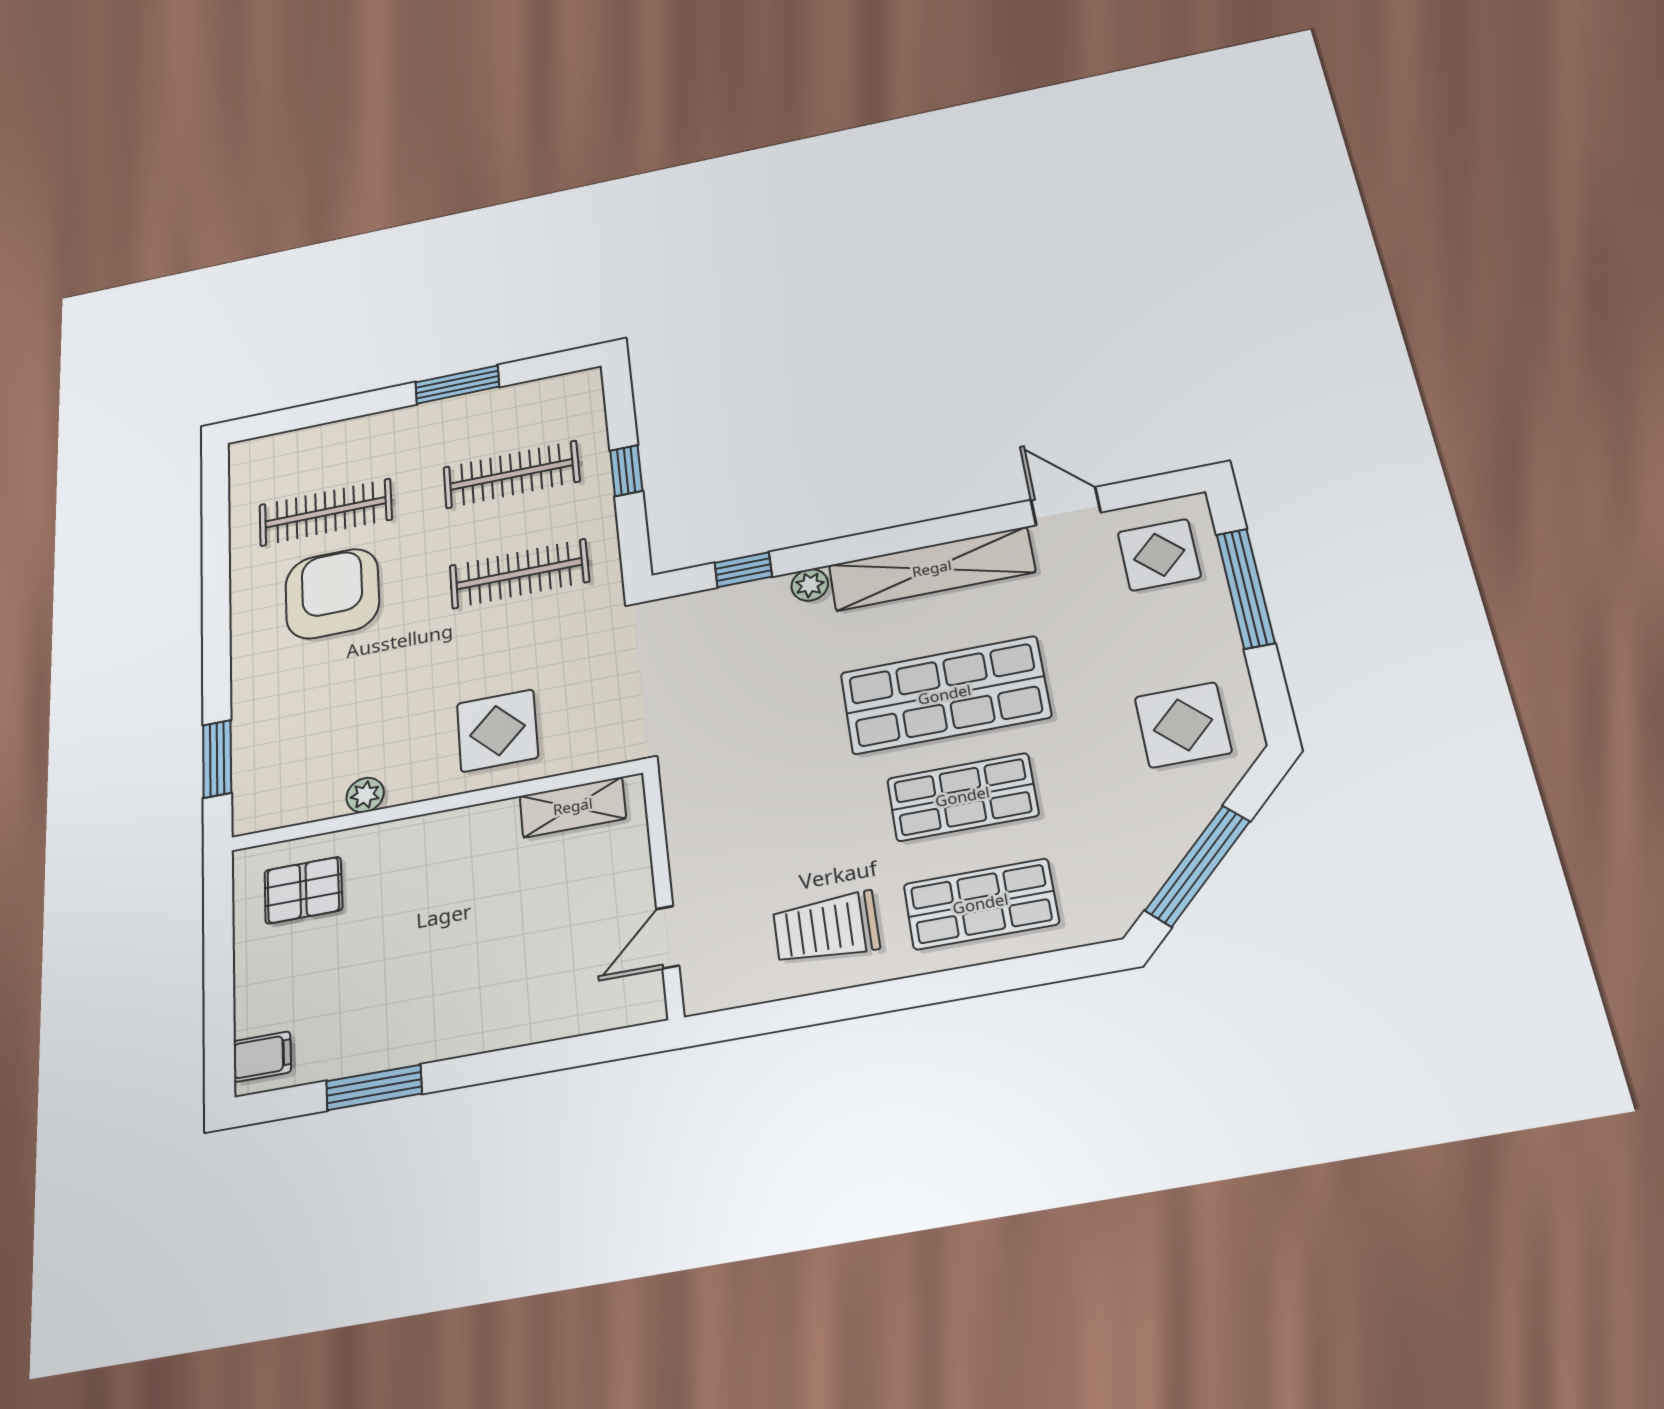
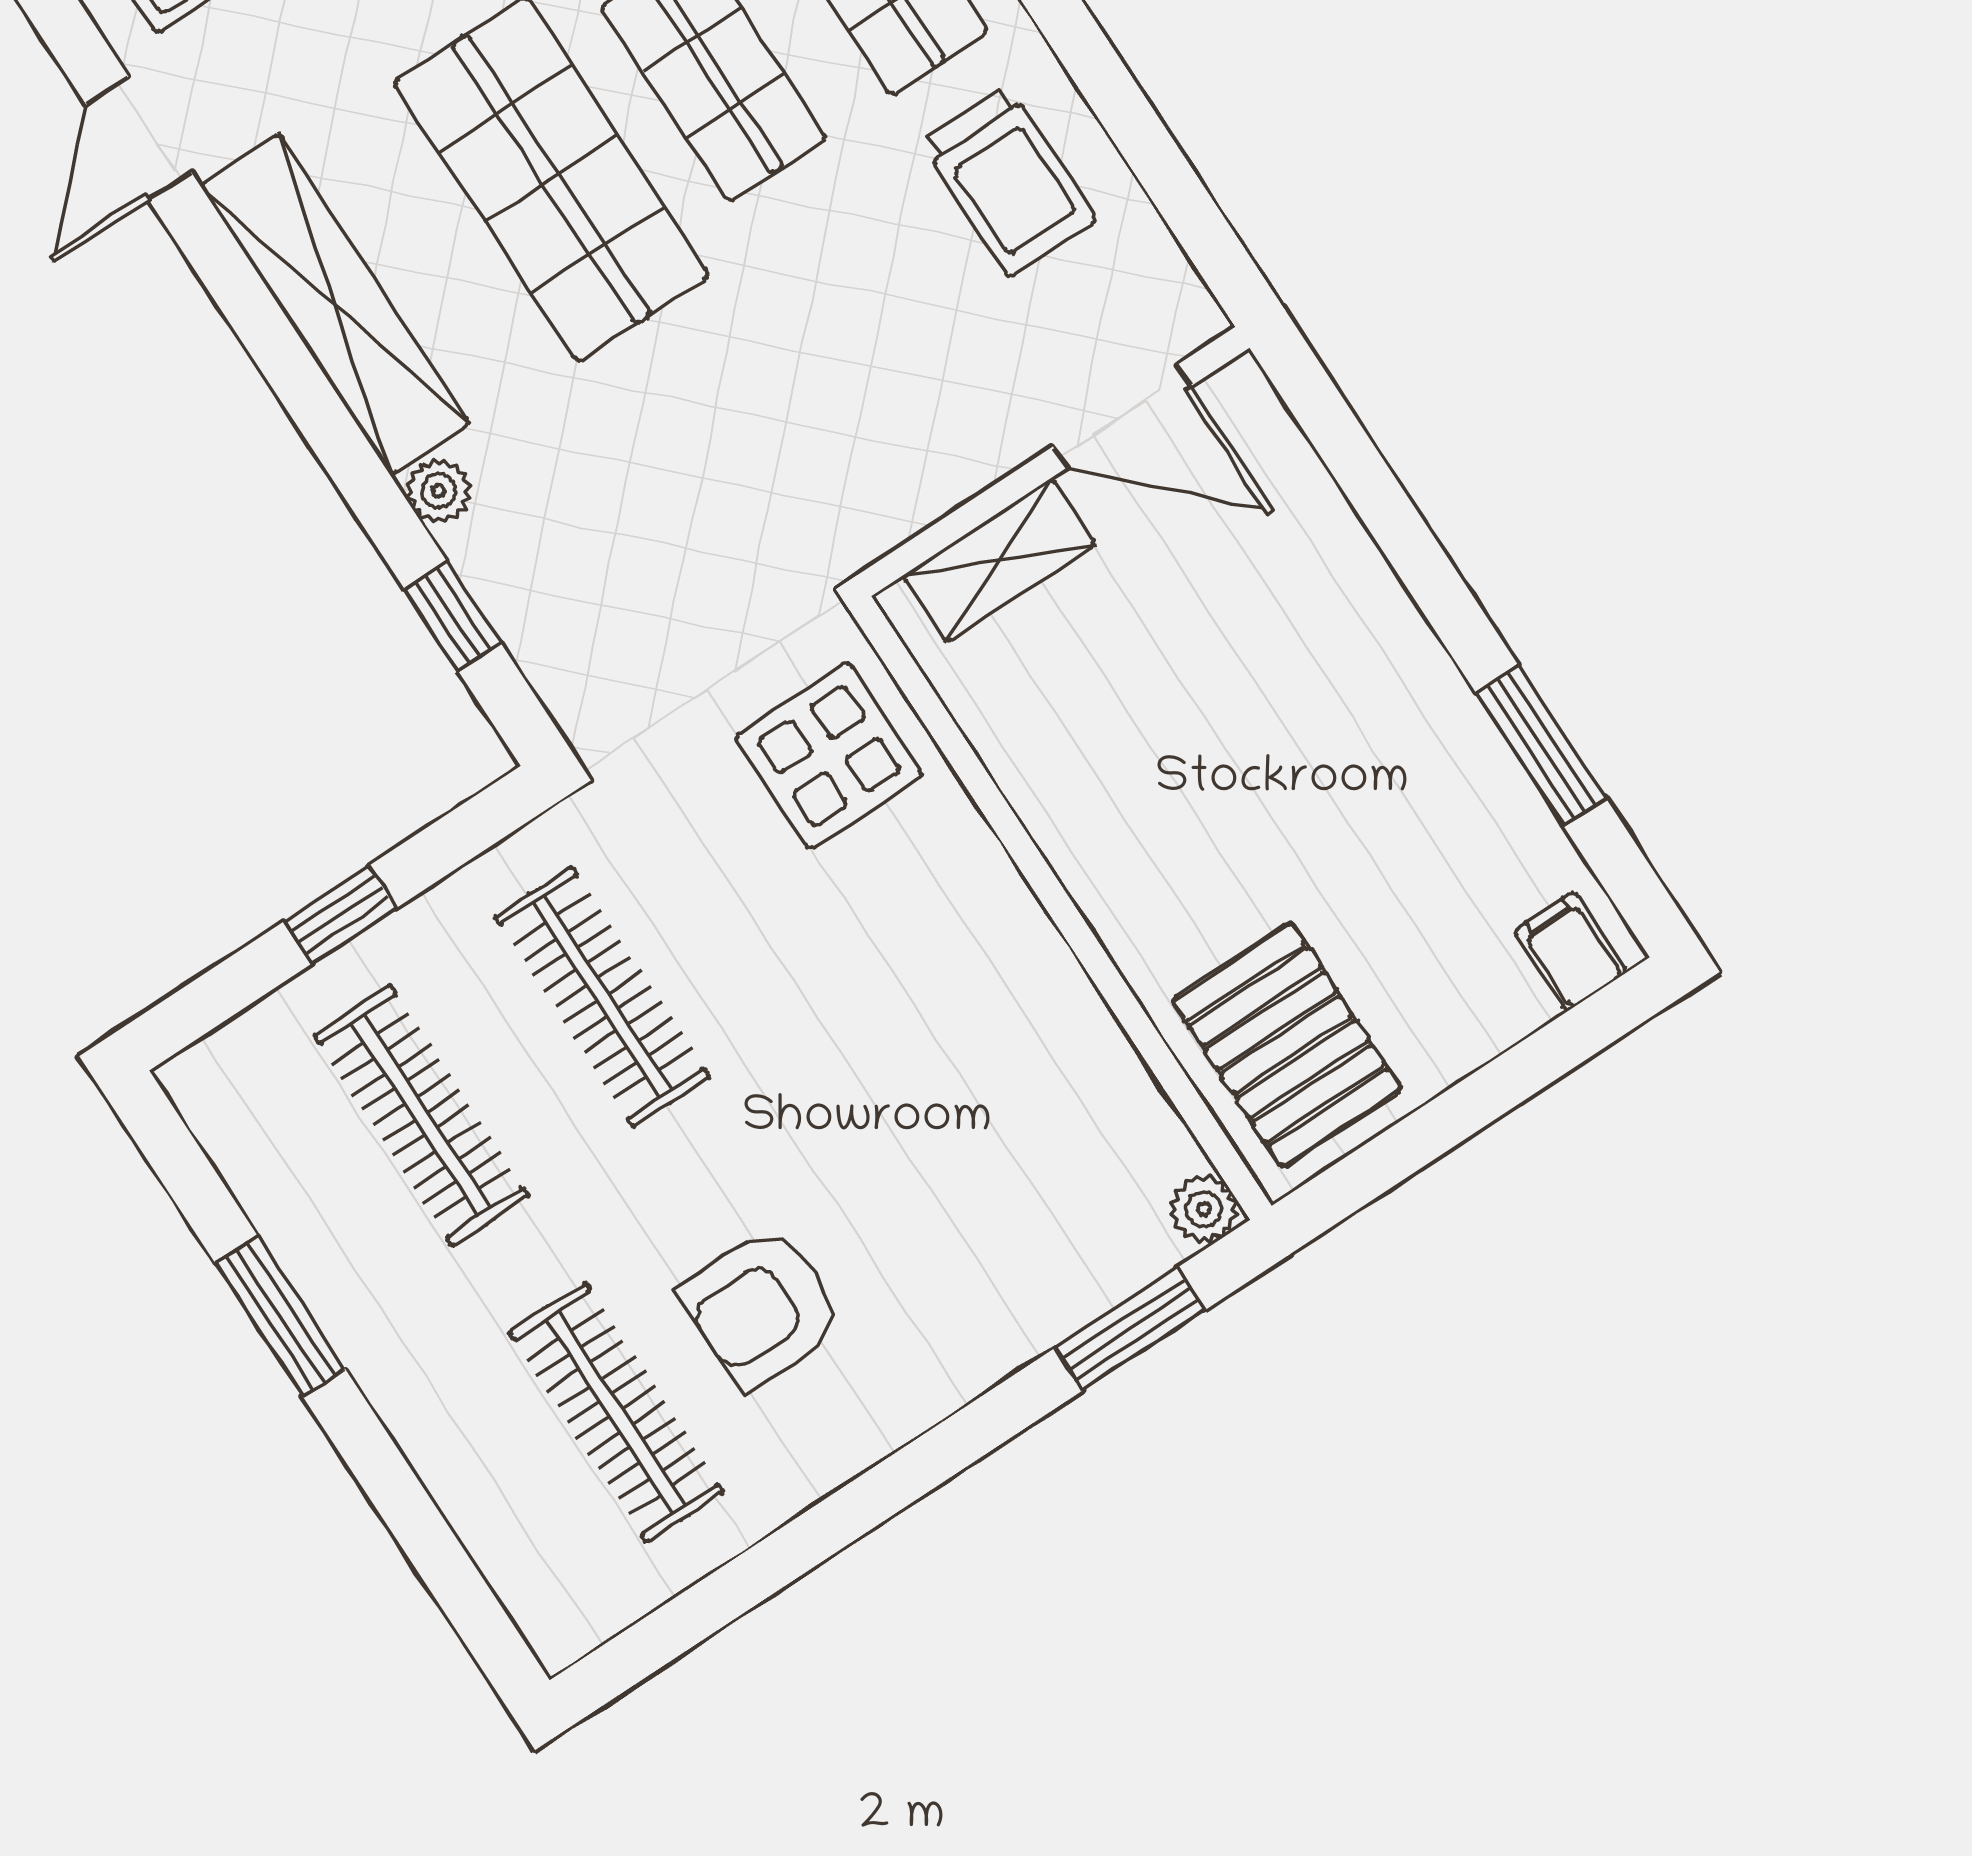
armchair: (332, 594) -> (762, 1307), width x0.73, depth x0.73
display table: (497, 731) -> (829, 756), moved
plant: (365, 795) -> (1204, 1209), moved
shelving: (573, 807) -> (999, 560), moved, turned 90
pallet: (303, 890) -> (1287, 1045), width x1.50, depth x1.42
door: (668, 937) -> (1122, 416), width x1.38

